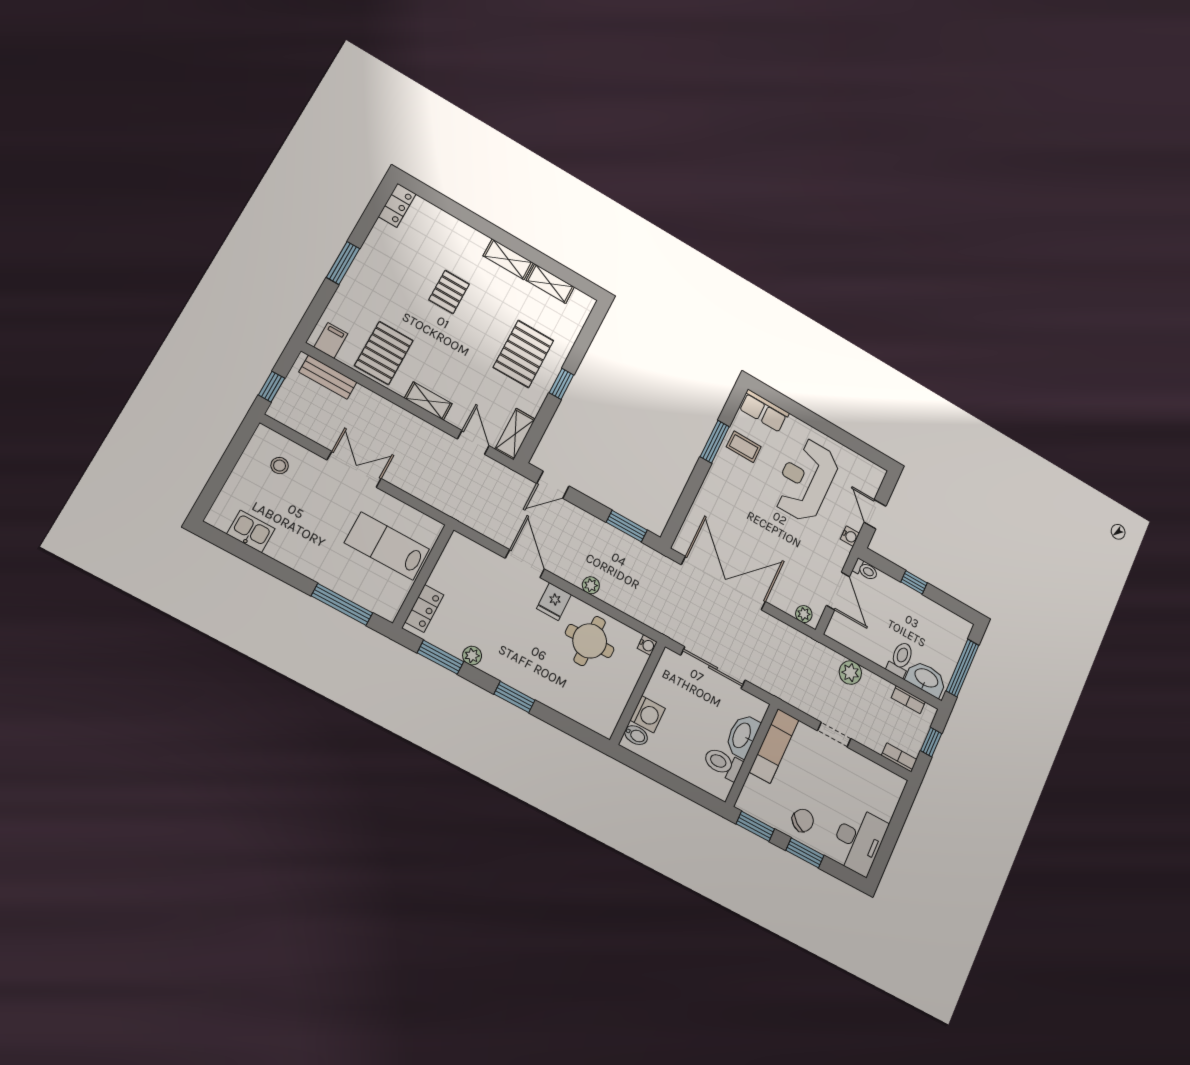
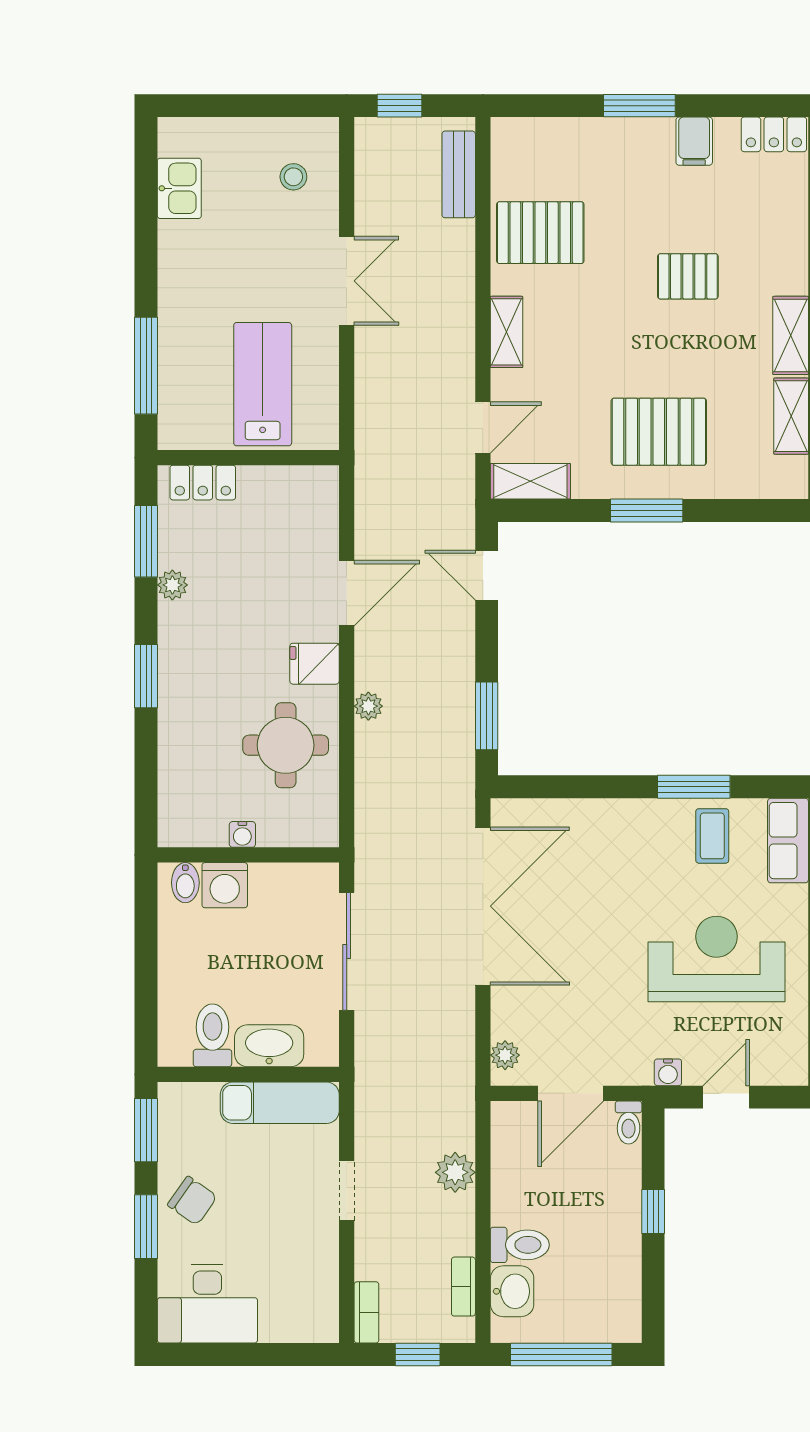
filing cabinet: (331, 340) -> (694, 141), moved, turned 90
window: (561, 384) -> (647, 511), width x1.50
water cooler: (647, 645) -> (242, 834), moved
washbasin: (926, 679) -> (512, 1291), width x0.72

